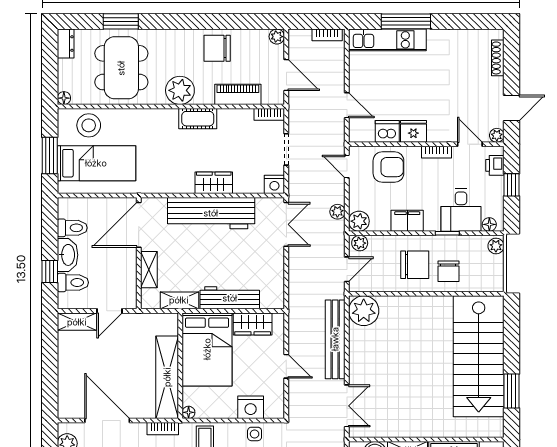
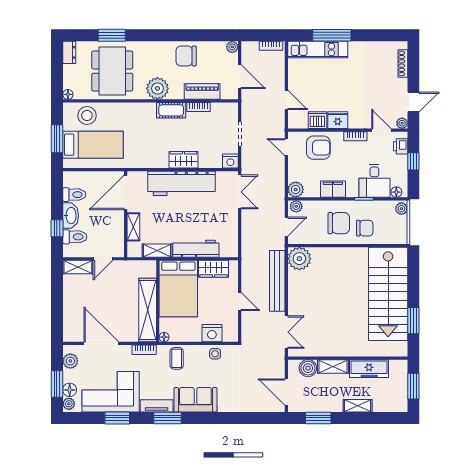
bookcase: (269, 114) -> (199, 107), moved
plant: (337, 212) -> (279, 182), removed
chair: (448, 271) -> (365, 228), turned -90

